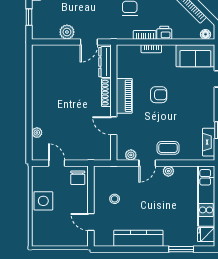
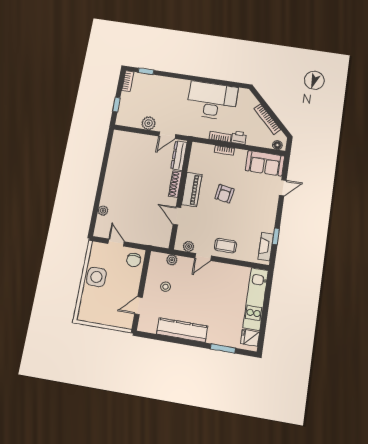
armchair: (159, 95) -> (224, 194), turned 99
plant: (168, 171) -> (172, 260), moved
door: (91, 222) -> (138, 306), hinge flipped

